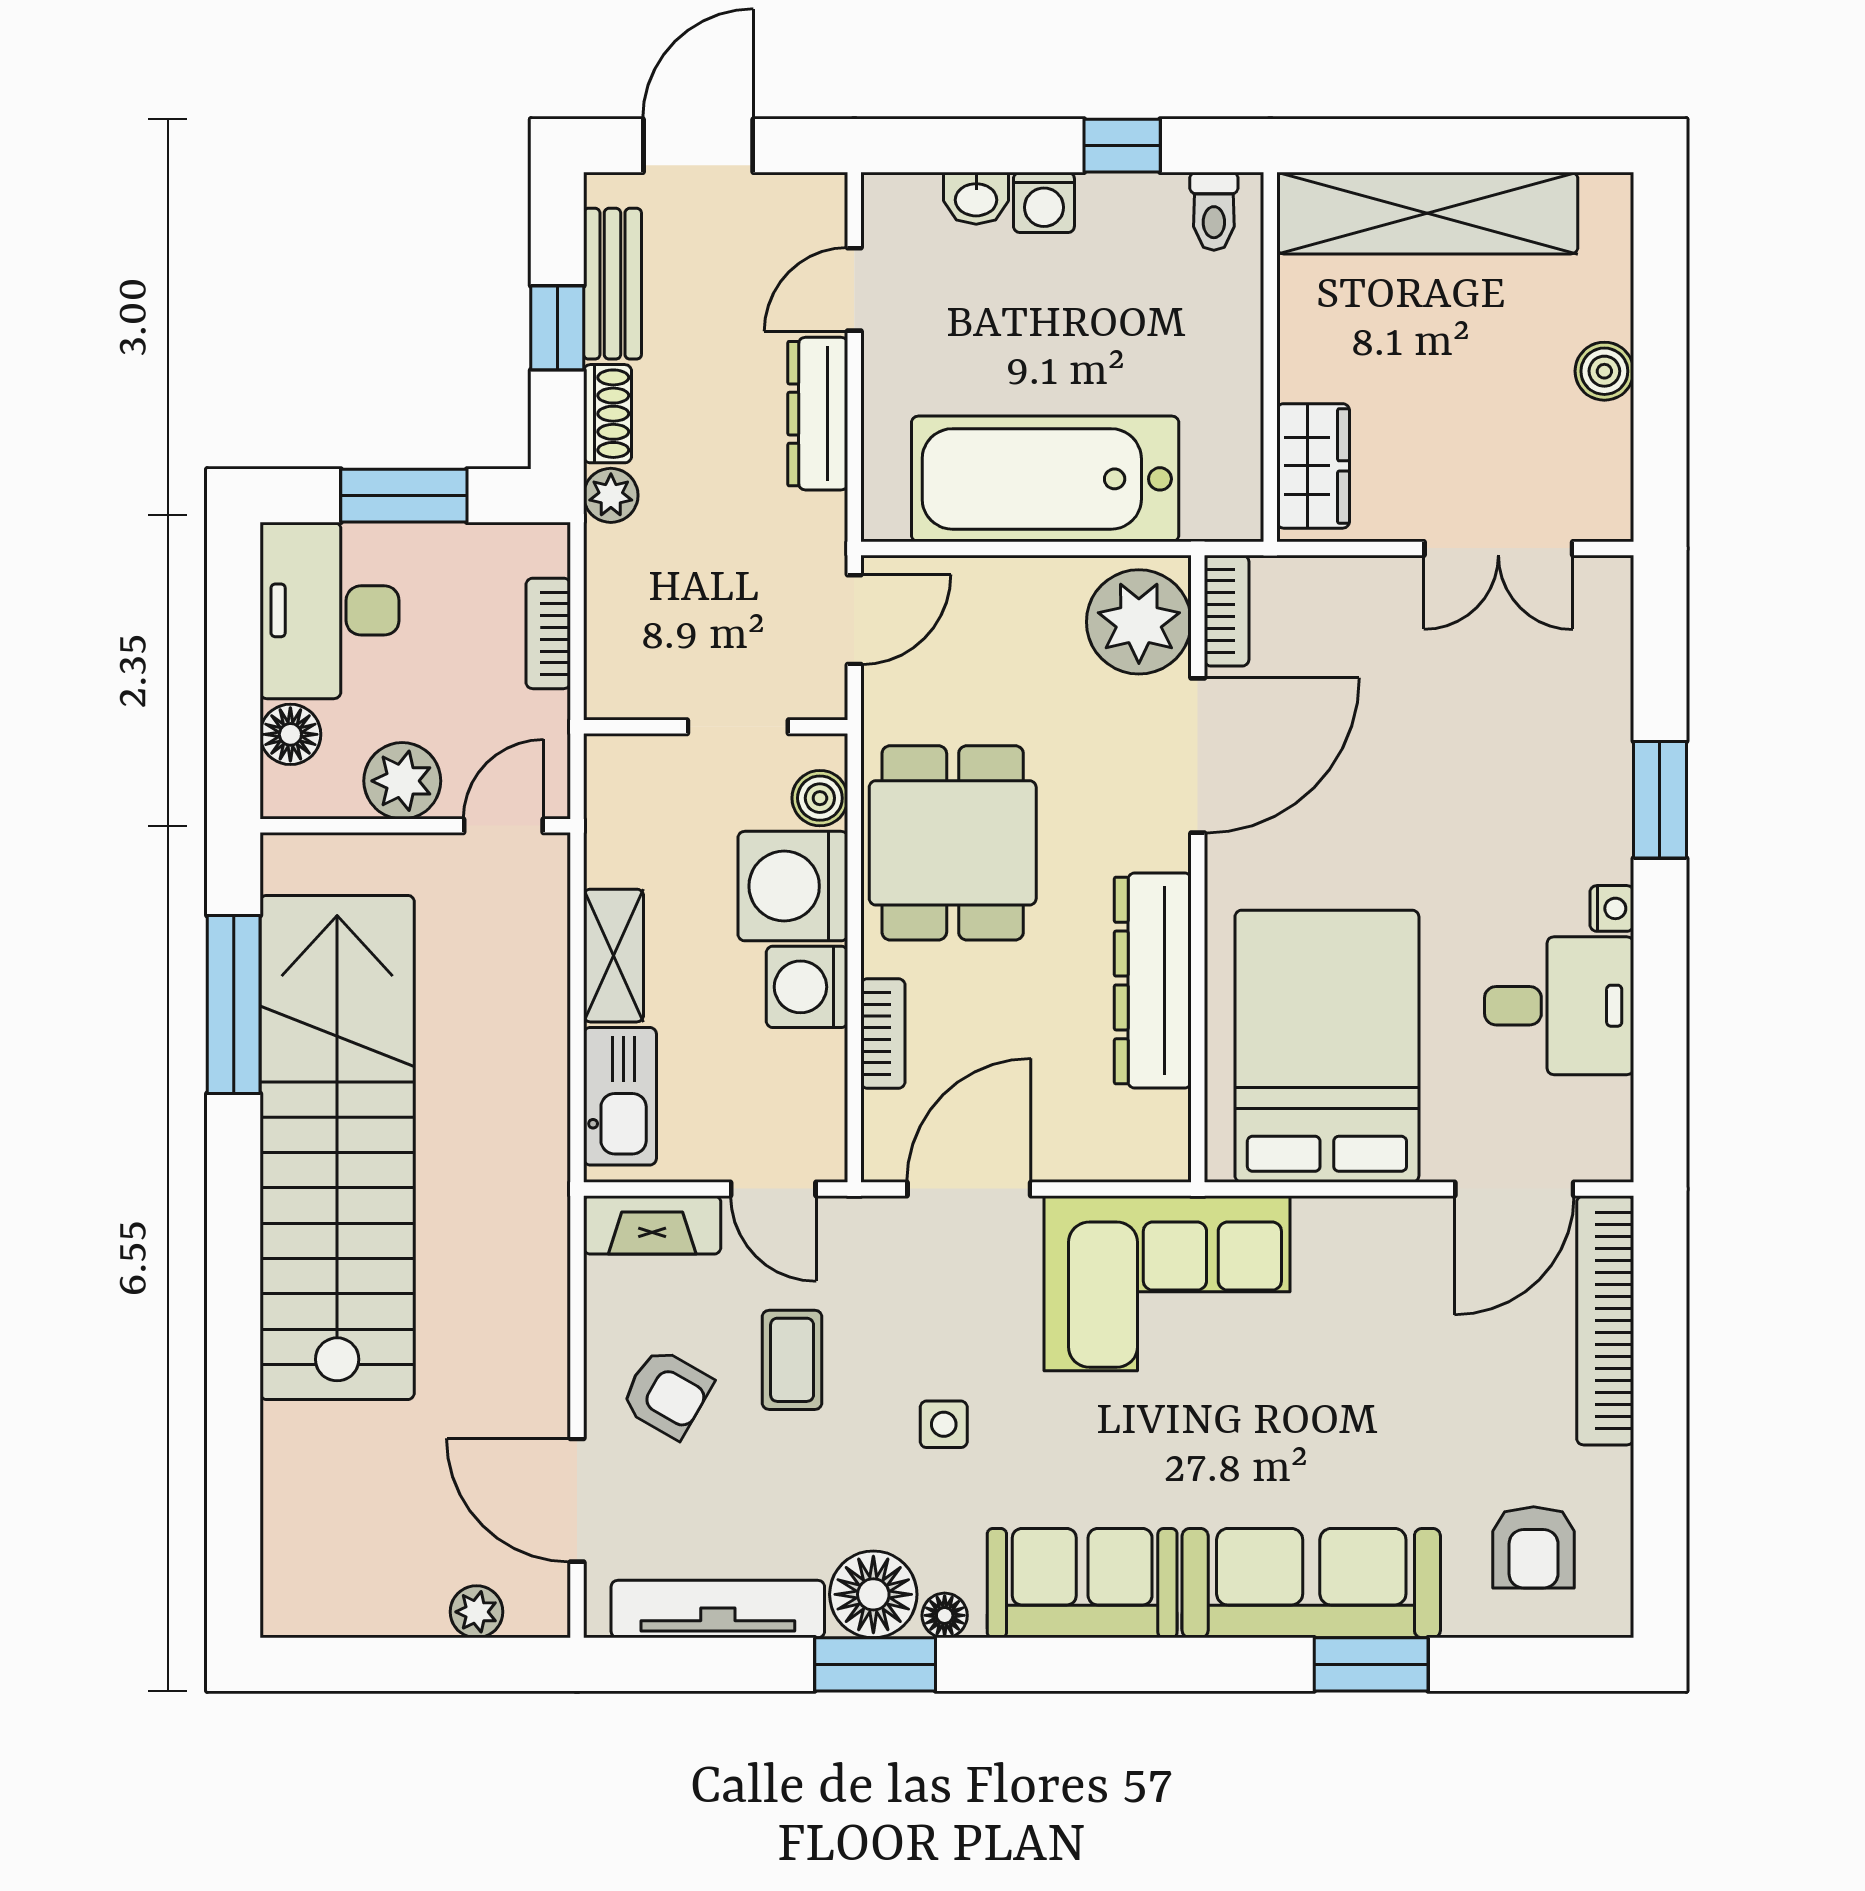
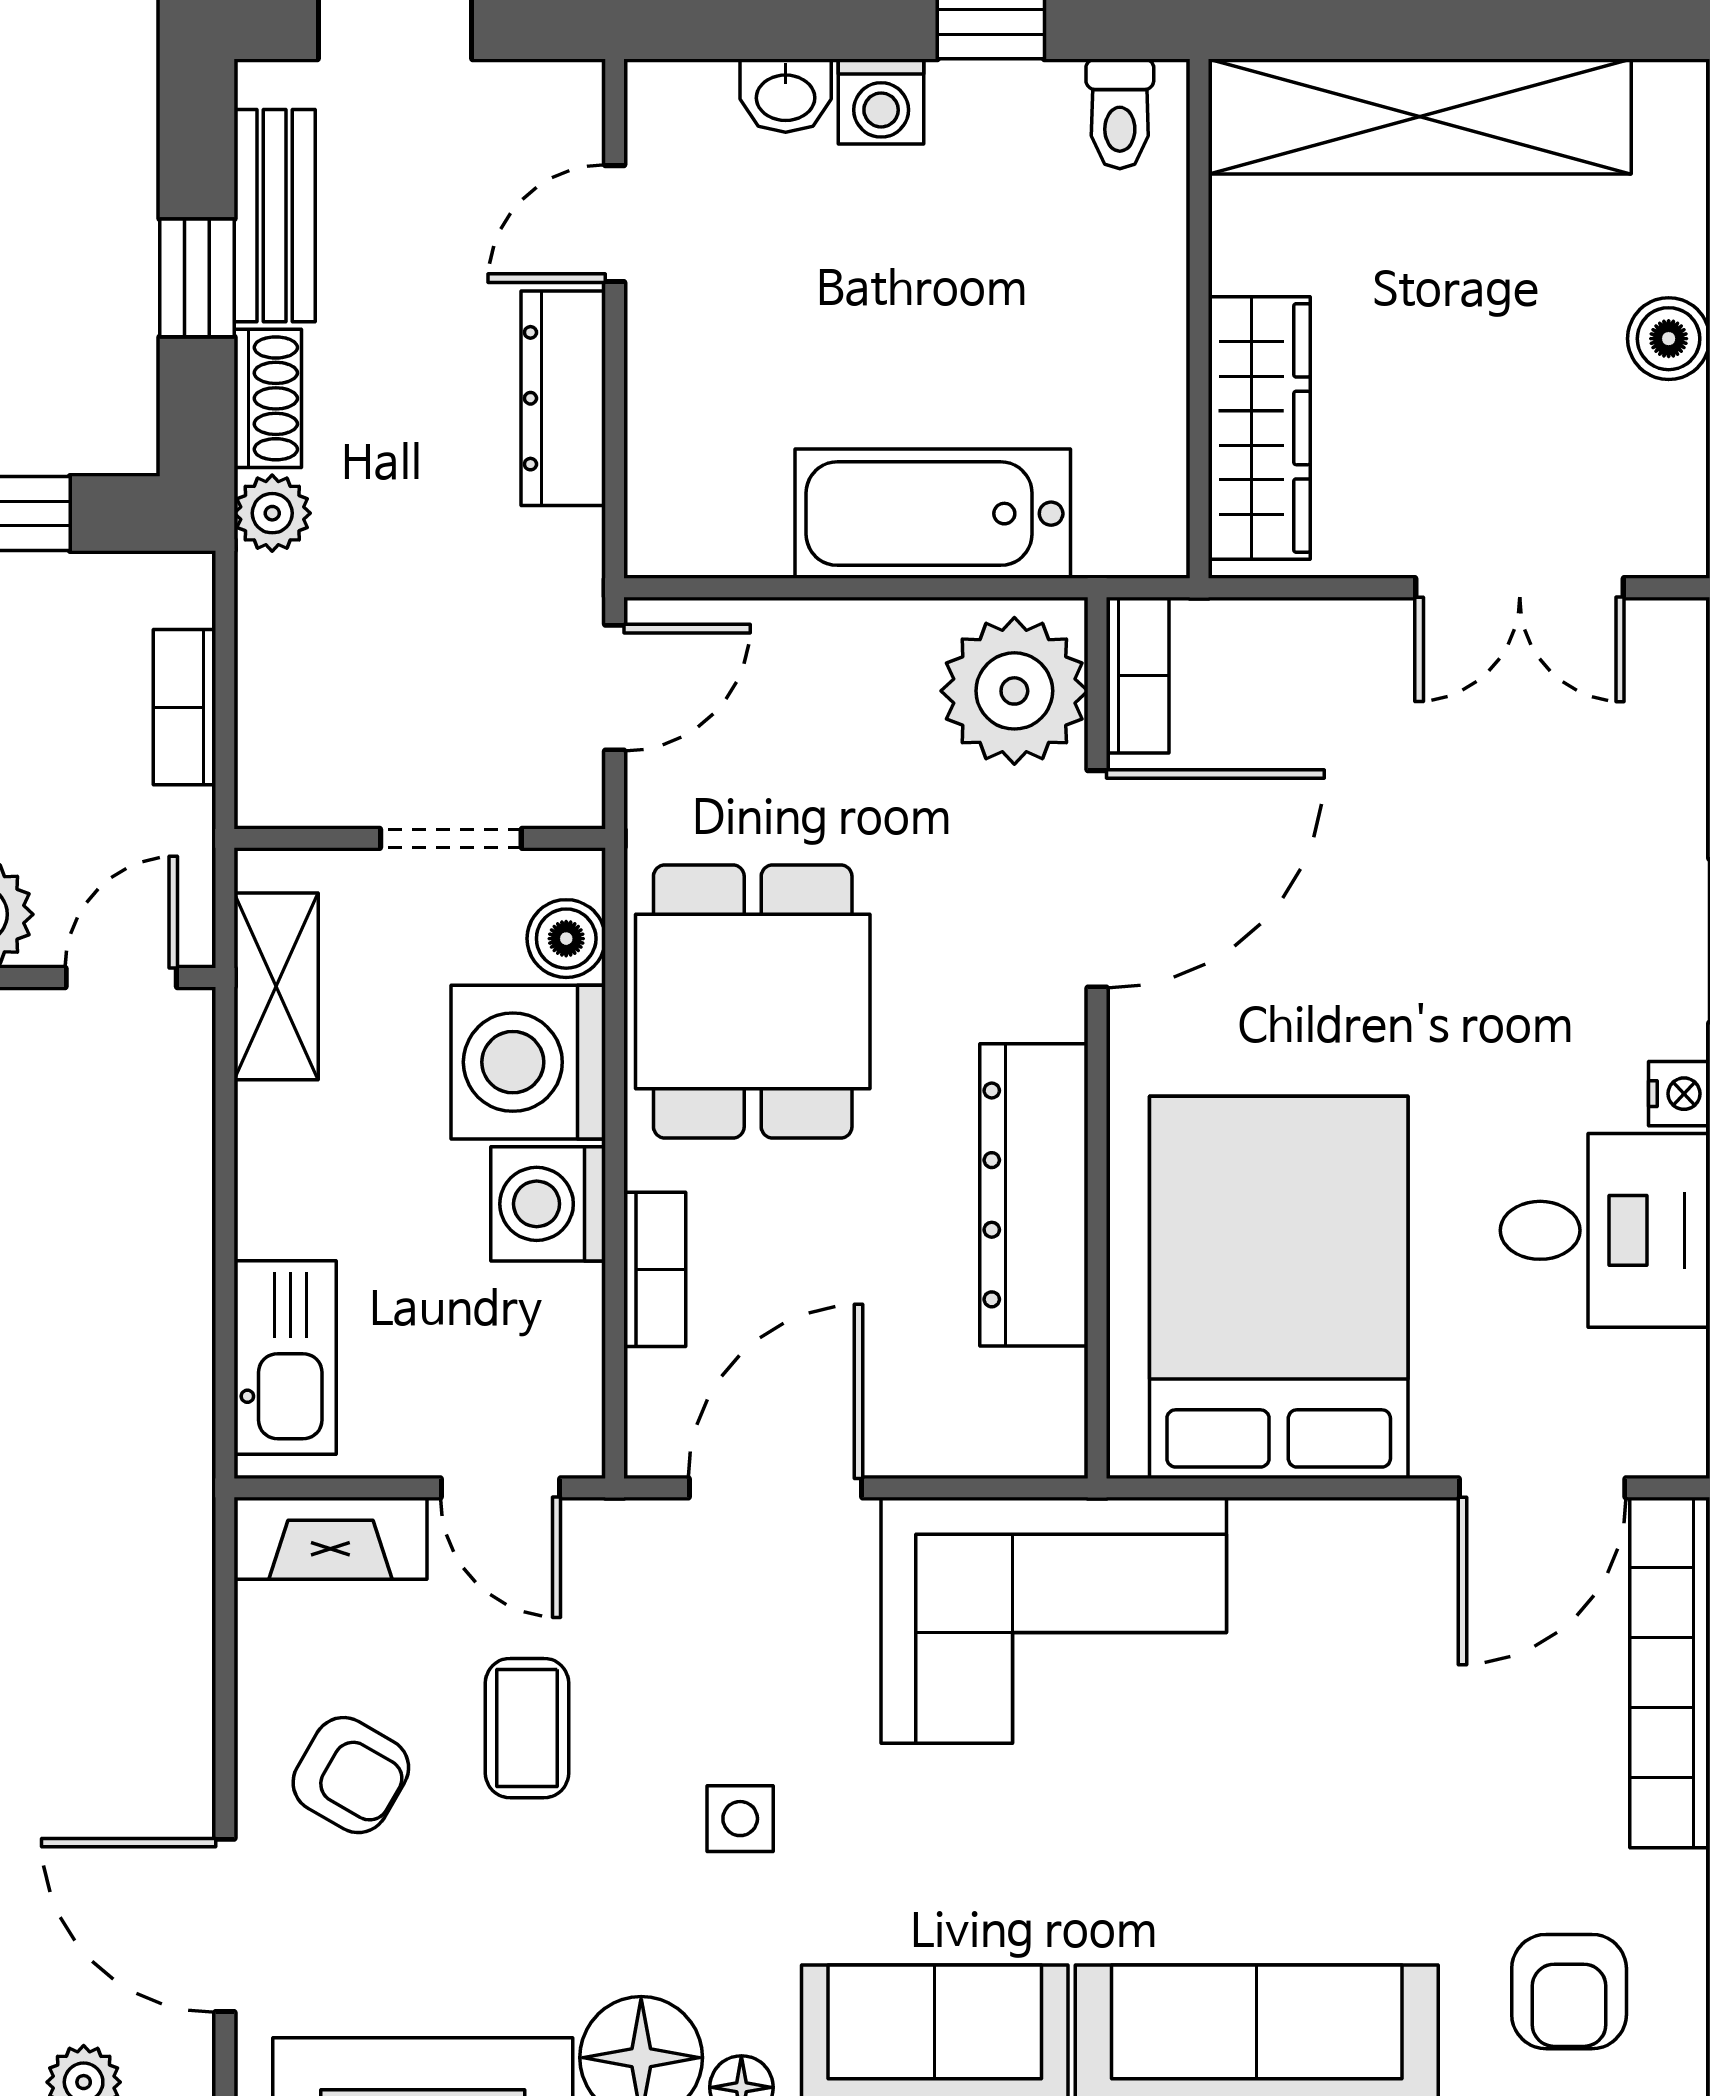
wardrobe: (1313, 466) -> (1259, 428), width x1.50
bathtub: (1045, 479) -> (933, 514), width x0.73, depth x0.73
shelving: (614, 956) -> (276, 986), moved

